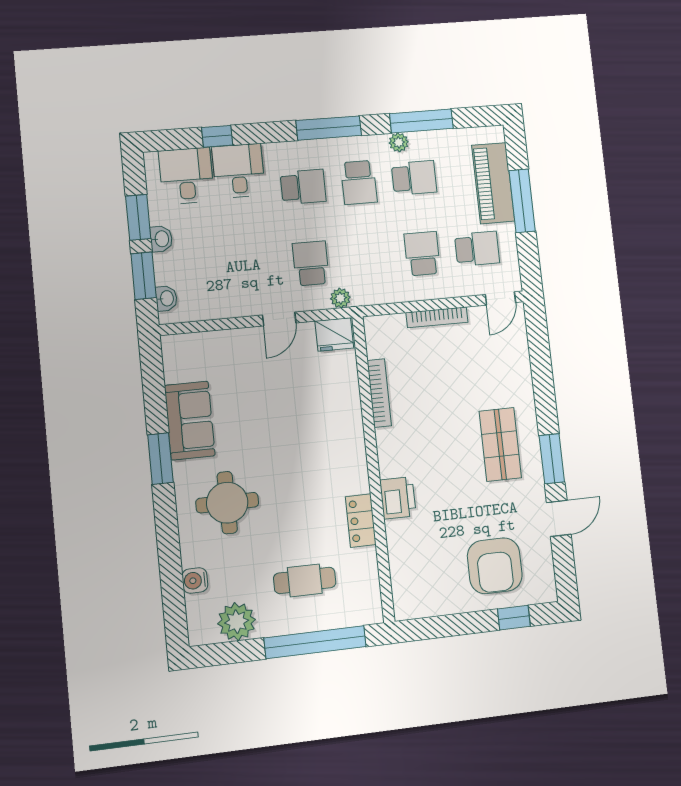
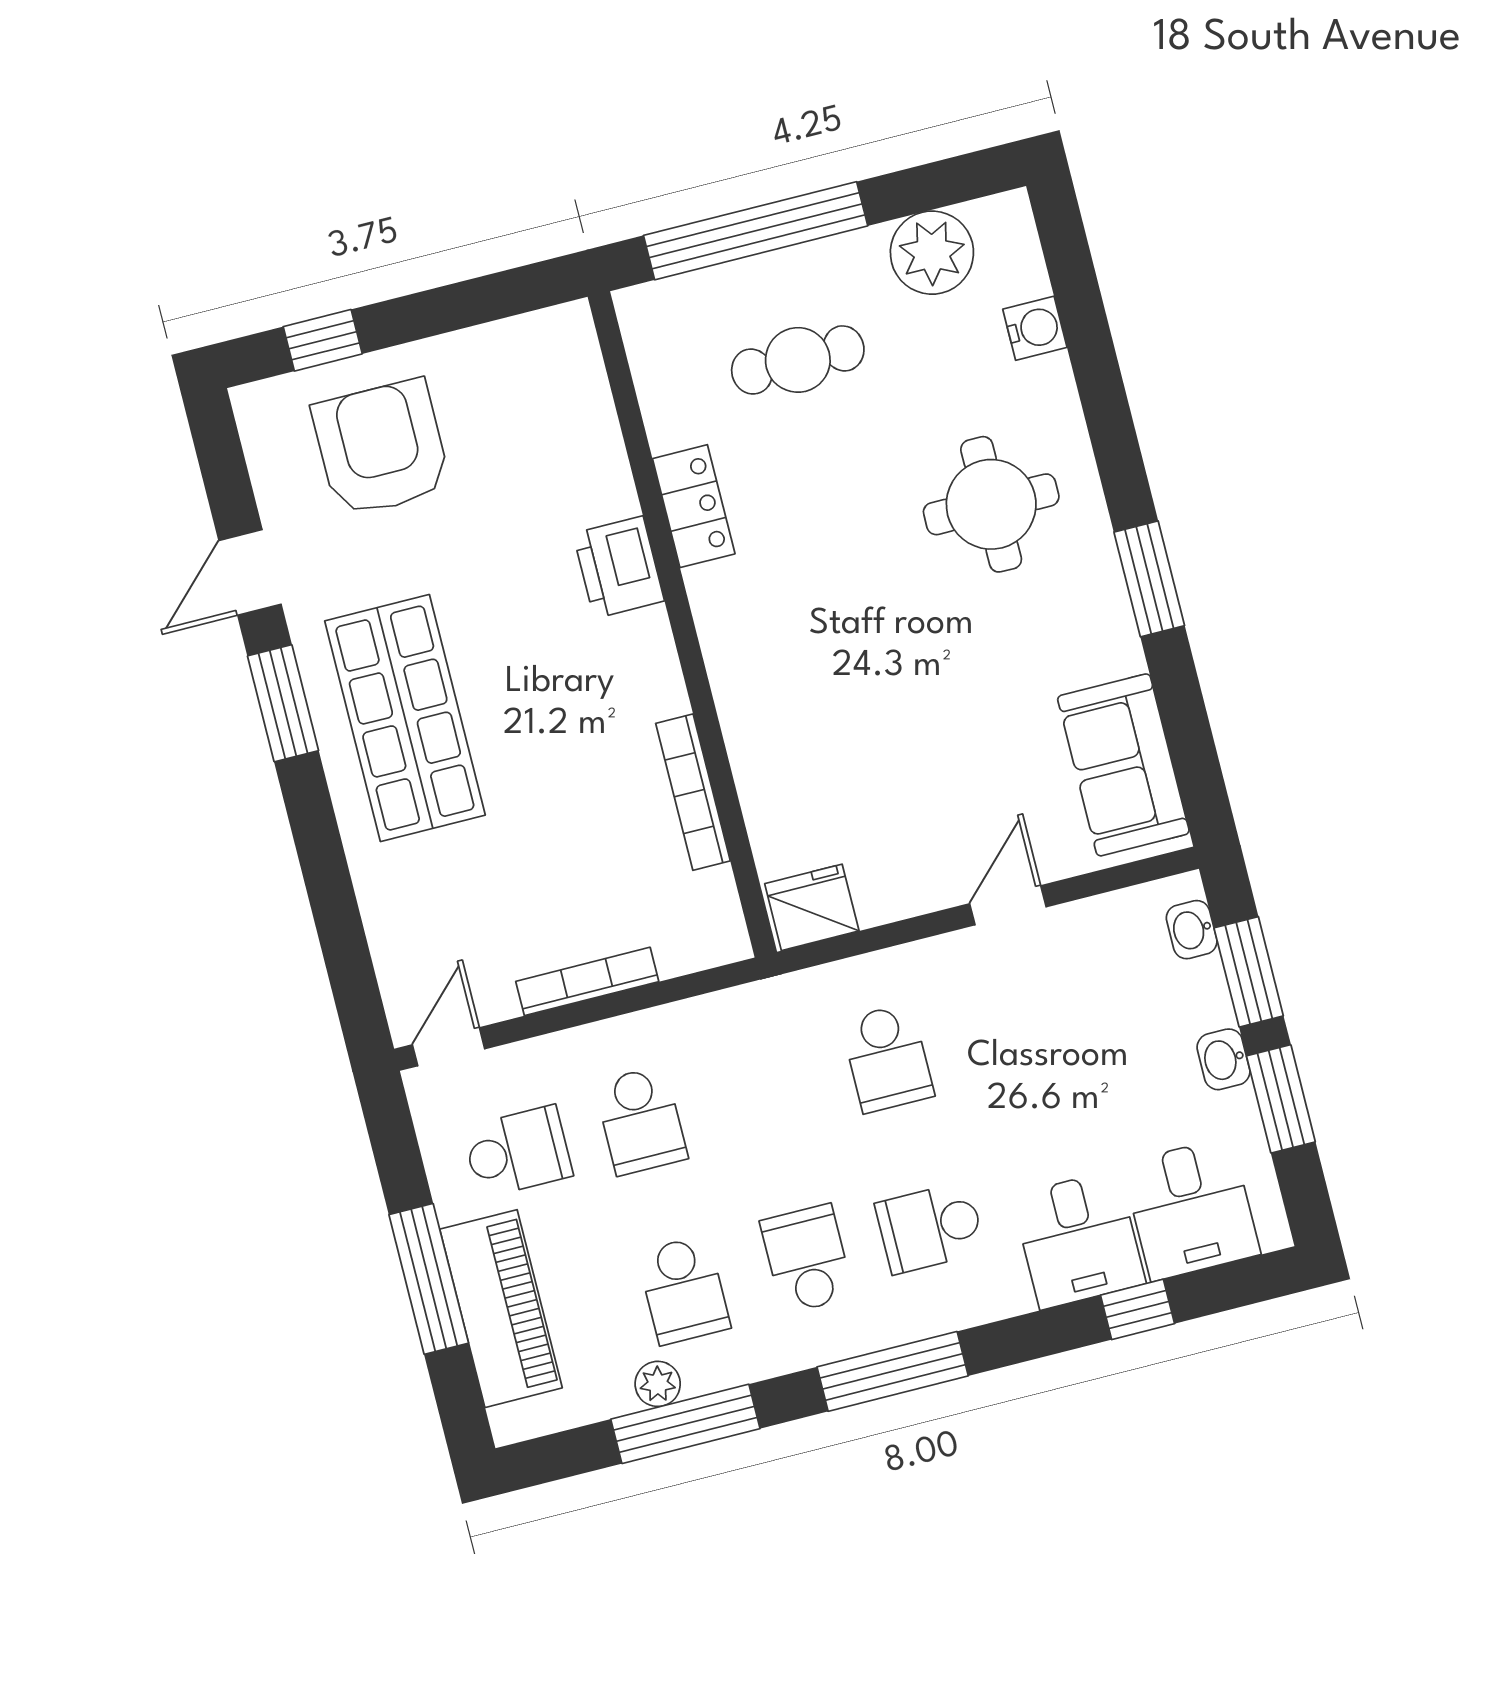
plant: (399, 142) -> (658, 1384), moved
school desk: (414, 178) -> (684, 1290), turned -90
school desk: (477, 249) -> (518, 1152), turned 180
plant: (340, 298) -> (810, 991), removed
door: (279, 319) -> (1008, 905), moved
sofa: (190, 421) -> (1123, 765), moved
shop shelf: (500, 444) -> (405, 718), width x1.43, depth x1.36

